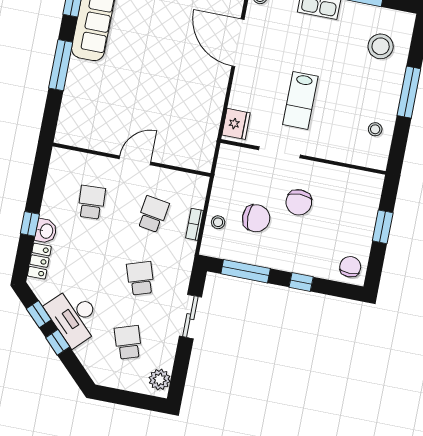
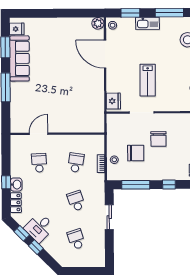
door: (135, 160) -> (39, 134), moved
desk: (74, 316) -> (39, 228), width x0.73
plant: (160, 380) -> (99, 257), removed

